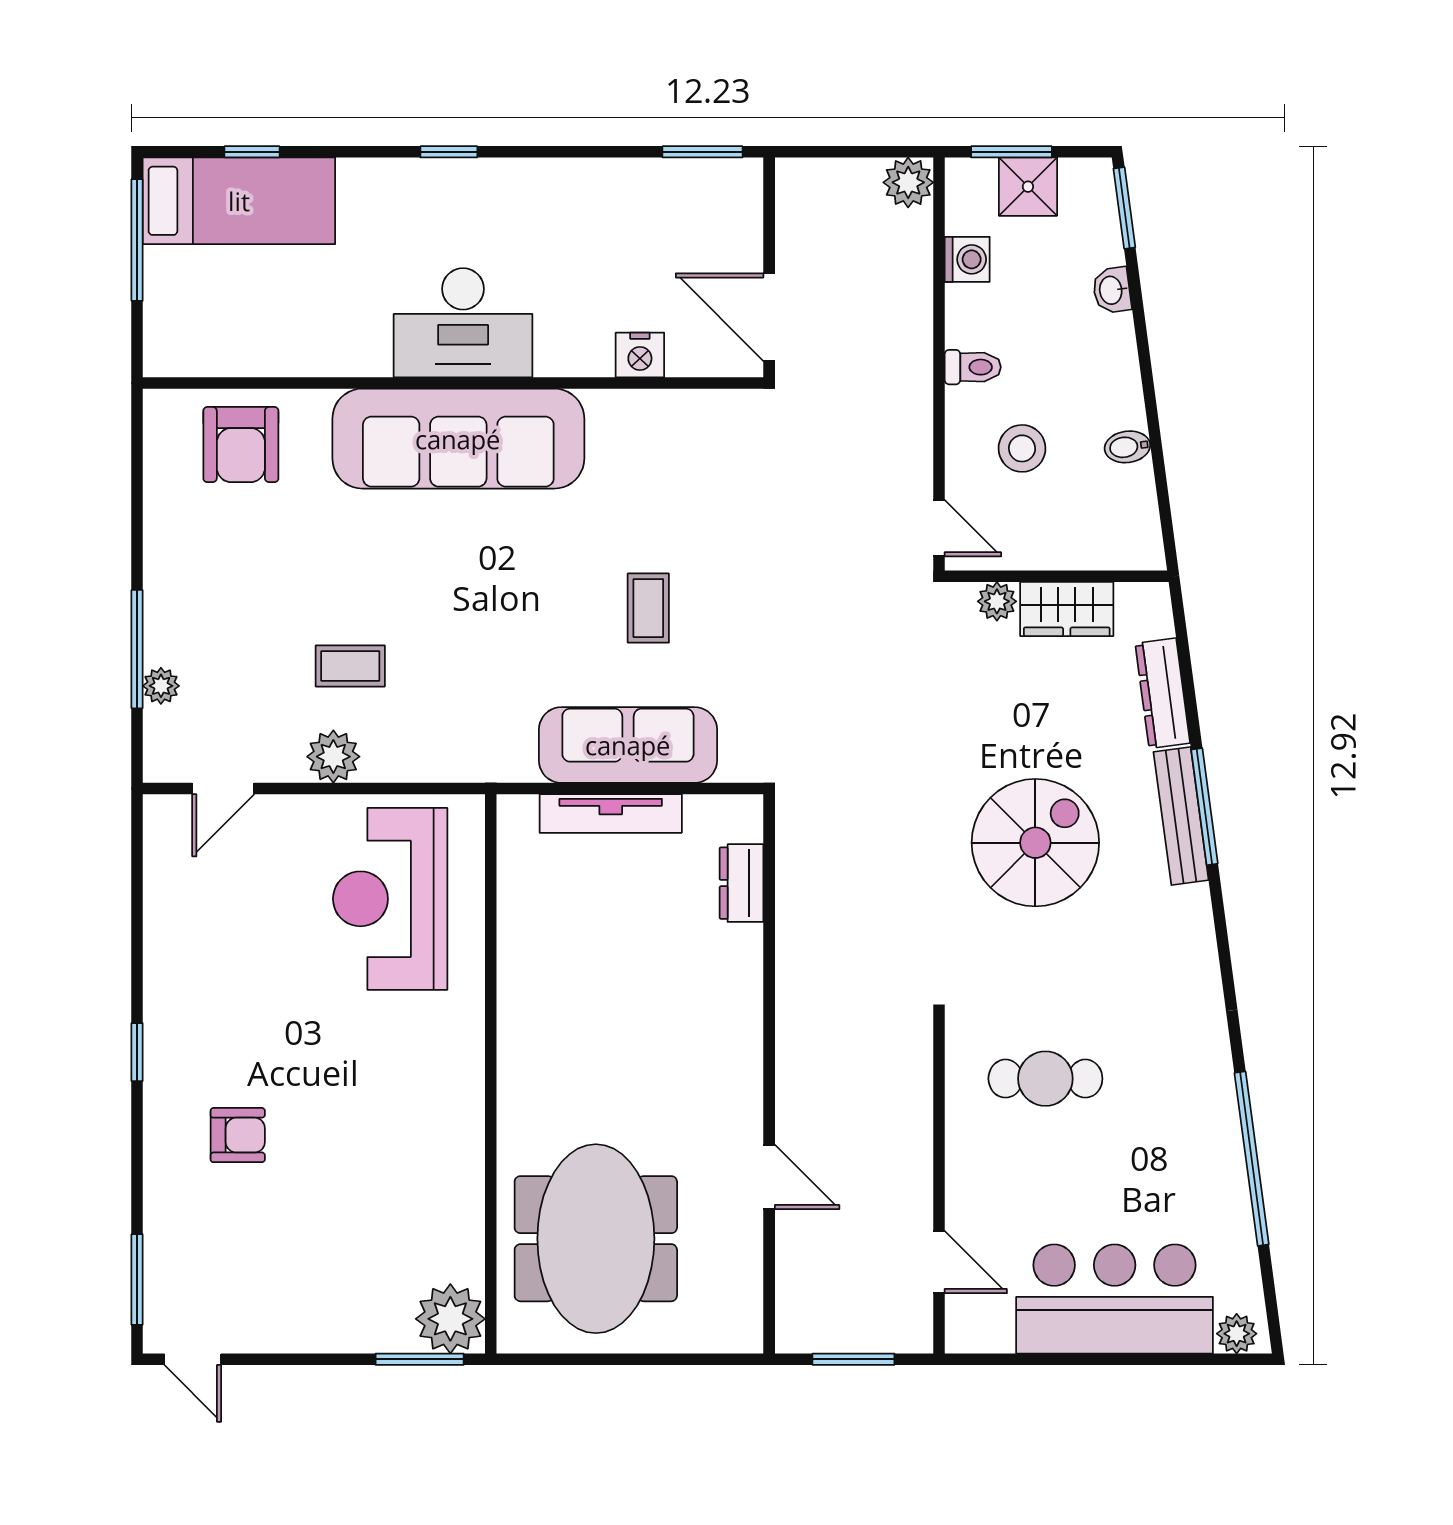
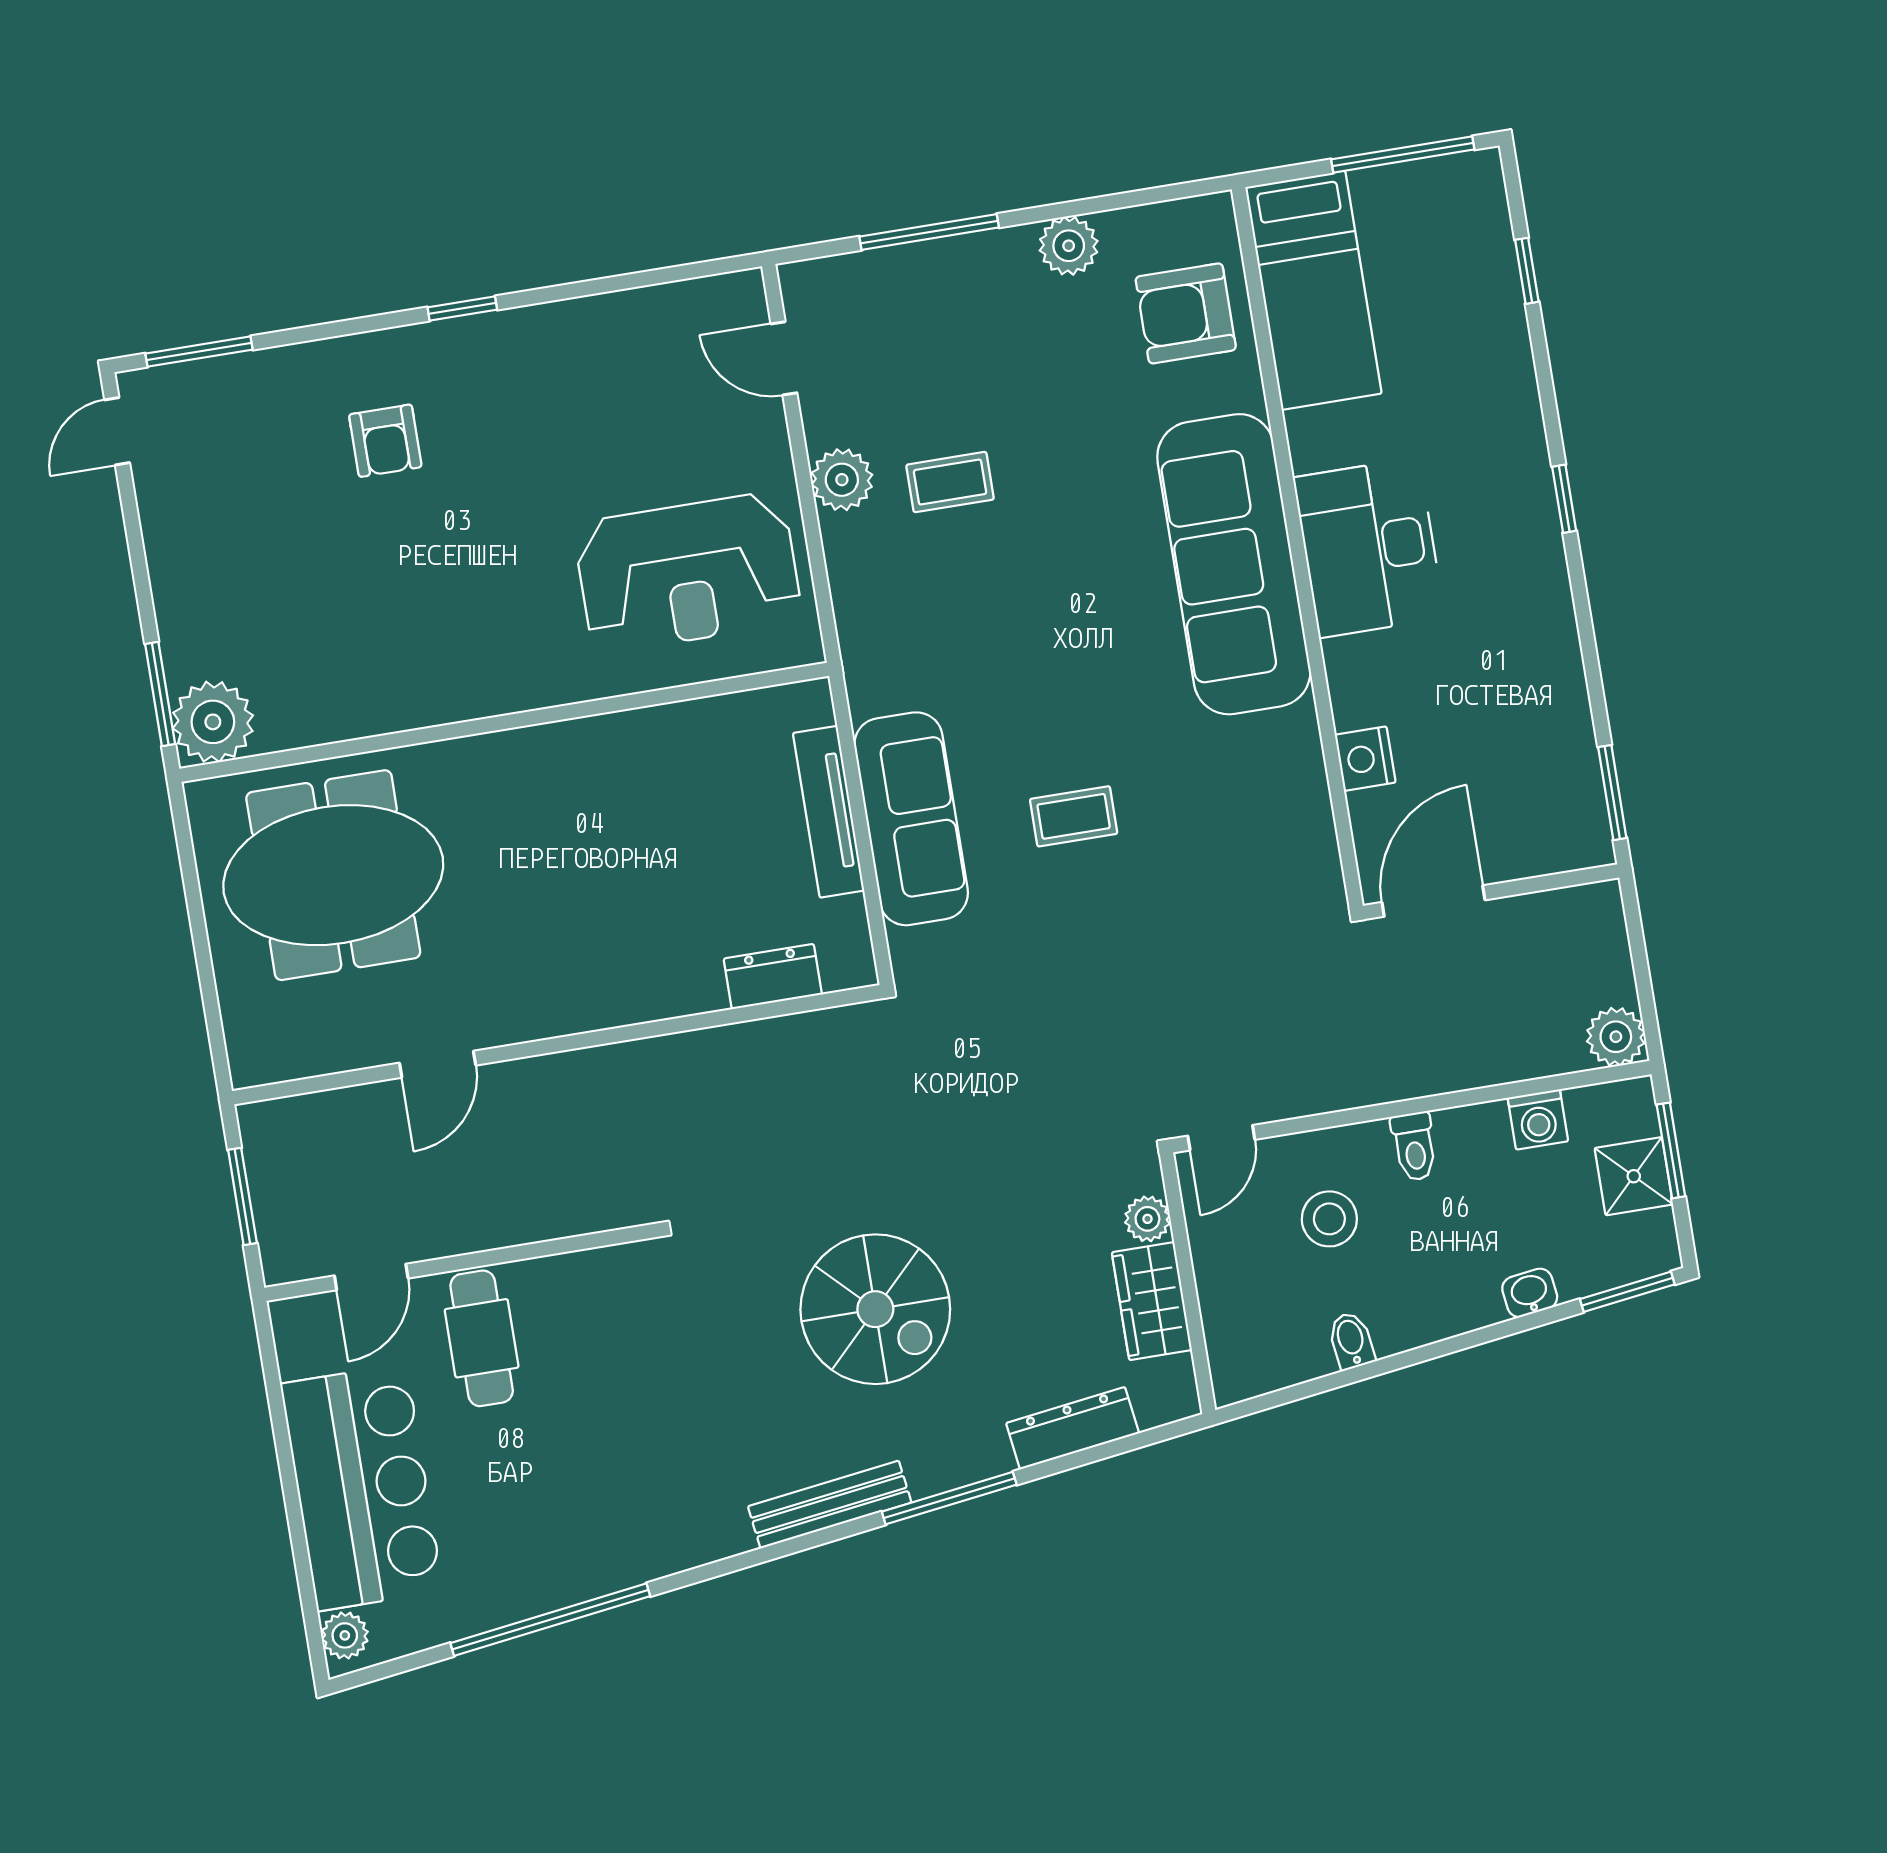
bed: (239, 201) -> (1313, 290), moved
coffee table: (350, 666) -> (950, 482), turned 90
plant: (161, 686) -> (1069, 246), moved, width x1.38, depth x1.38
bench: (1181, 816) -> (830, 1504), moved
reception desk: (390, 899) -> (688, 573), turned 180
cafe table: (1045, 1079) -> (482, 1338), moved

